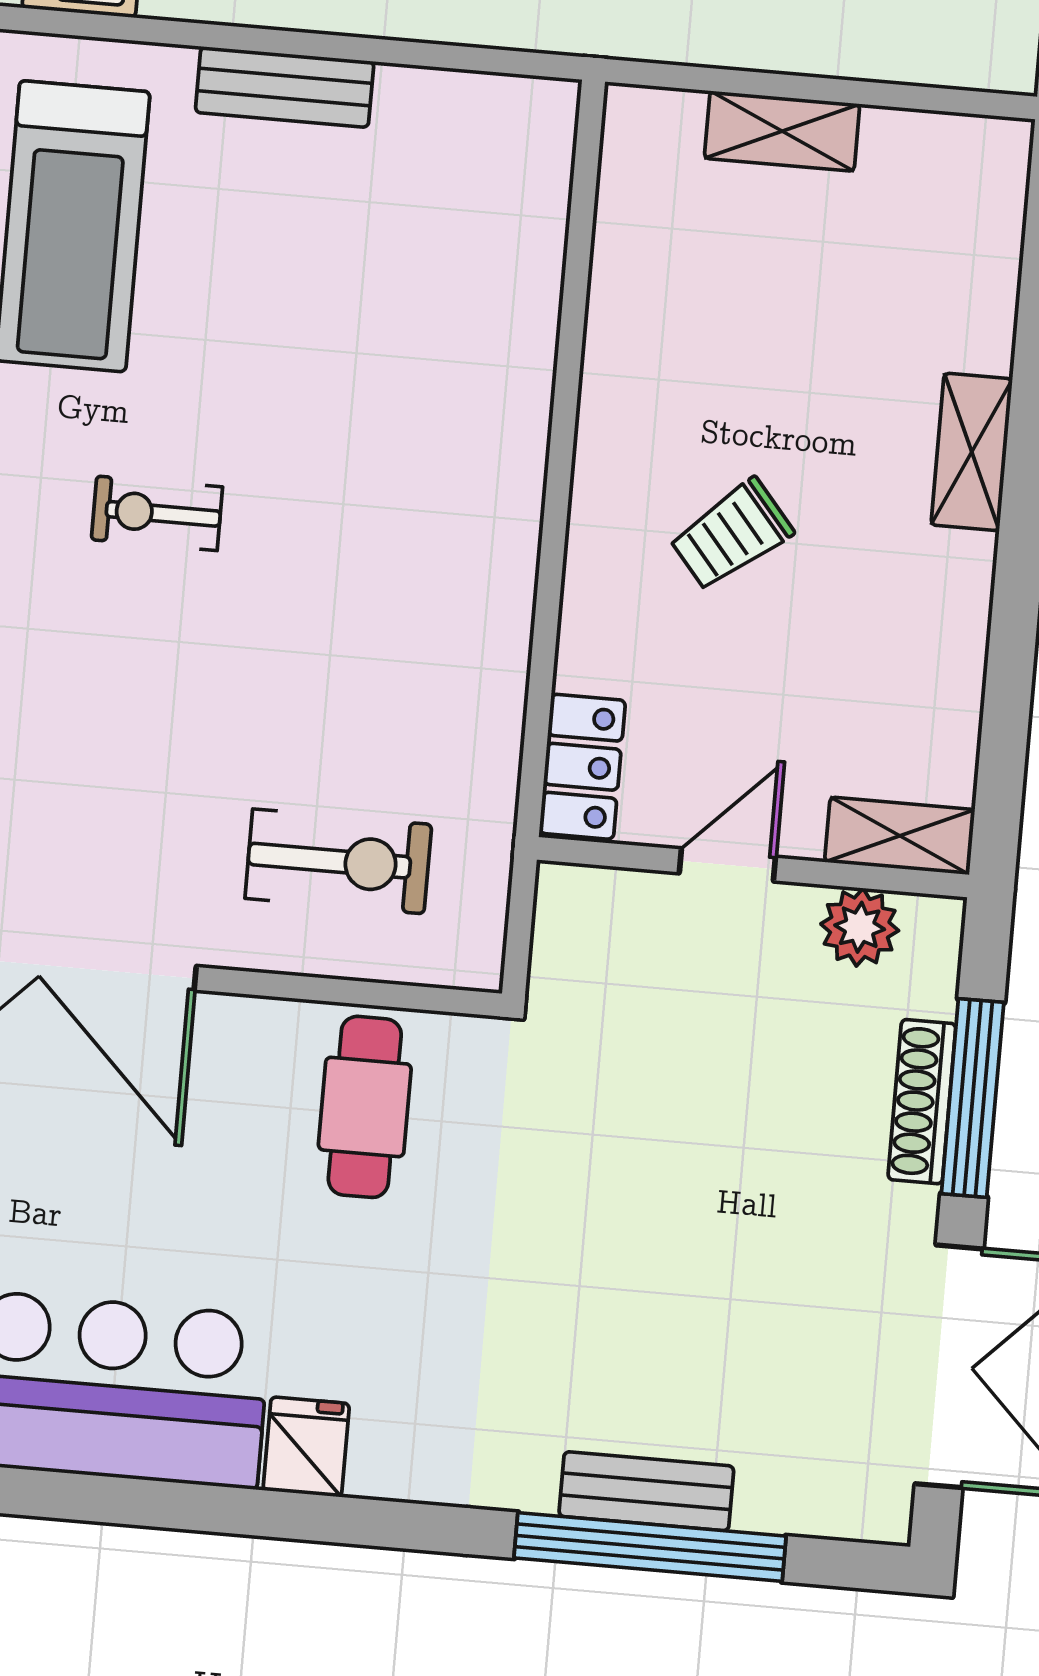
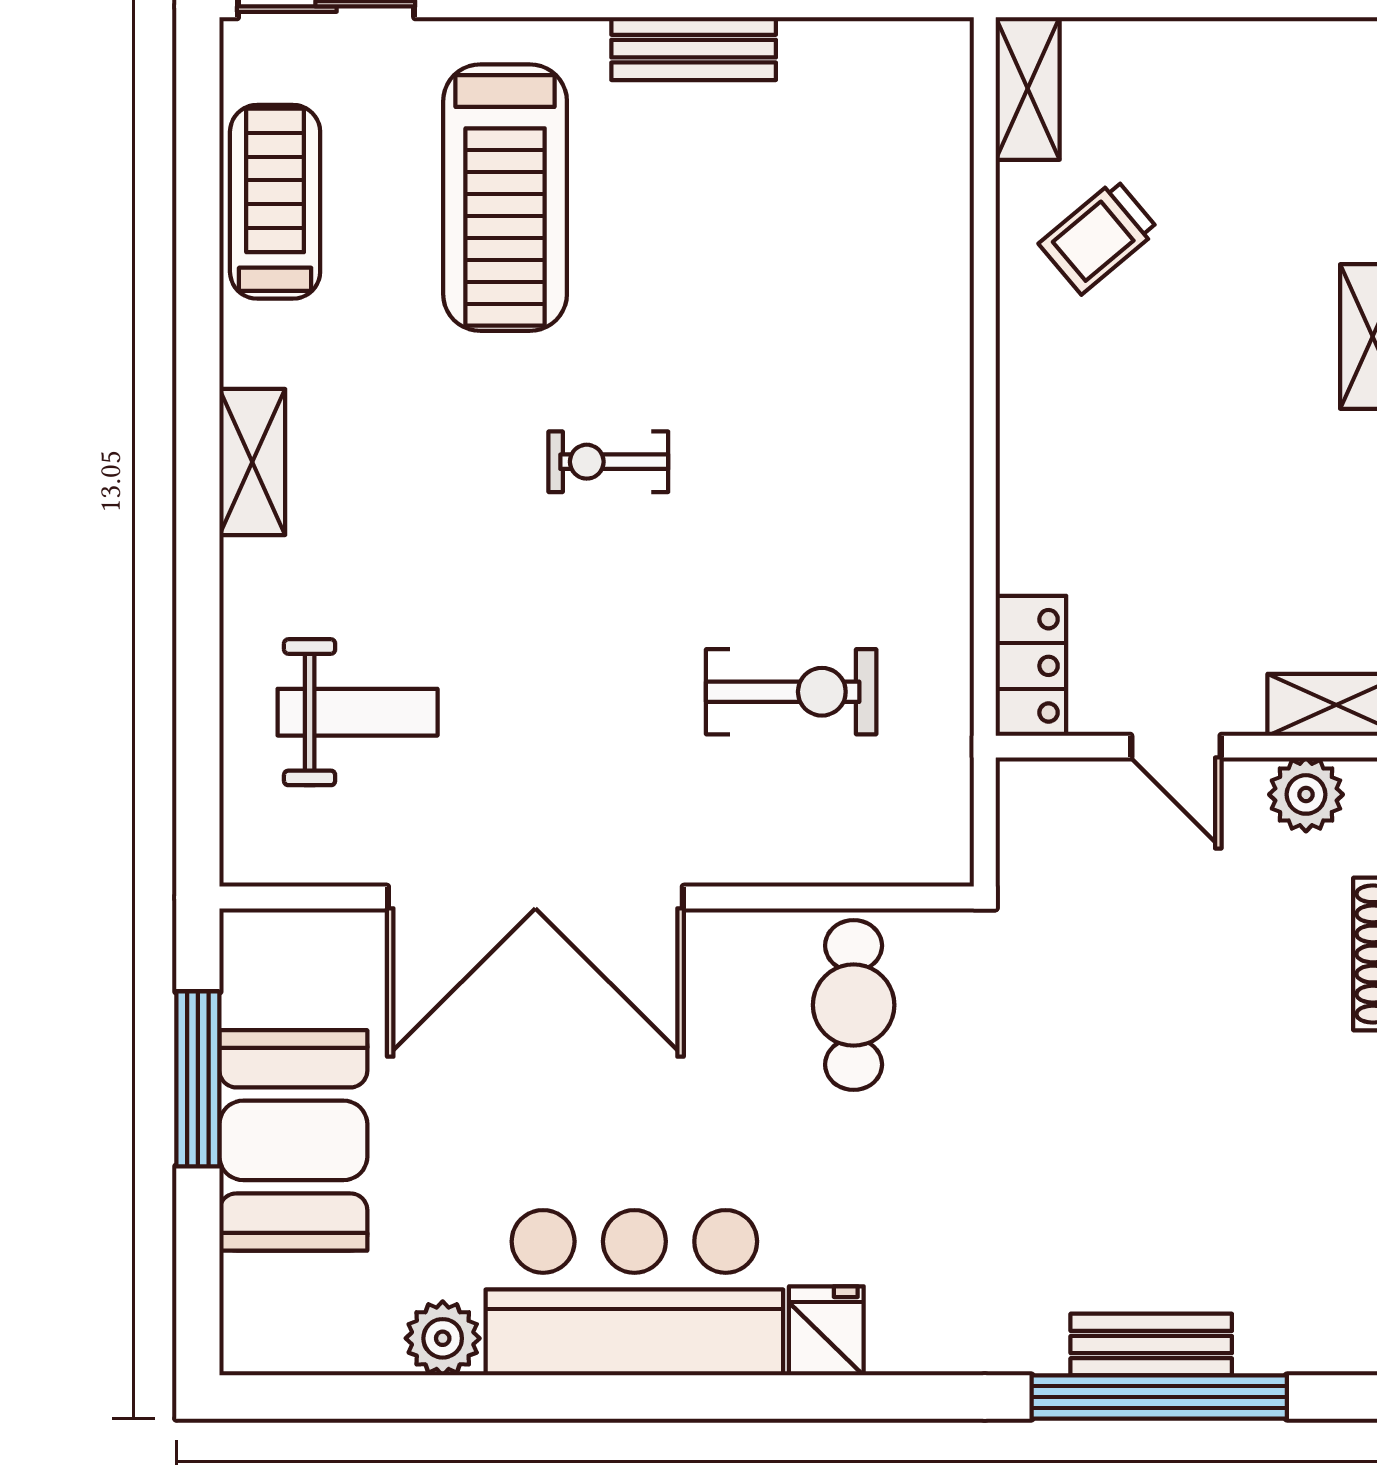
shelving: (782, 131) -> (1028, 89), moved, turned 90
trolley: (731, 535) -> (1099, 237), moved
exercise bike: (338, 861) -> (791, 692), moved
door: (727, 865) -> (1176, 747), swing flipped

